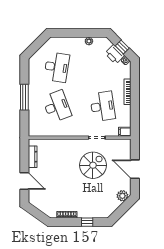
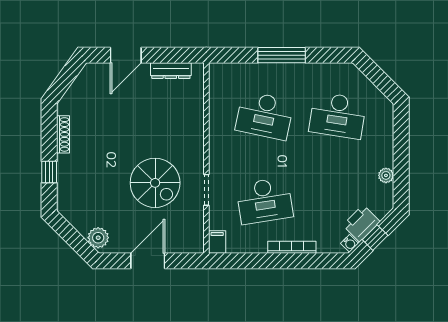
desk: (57, 106) -> (265, 115), turned 33

